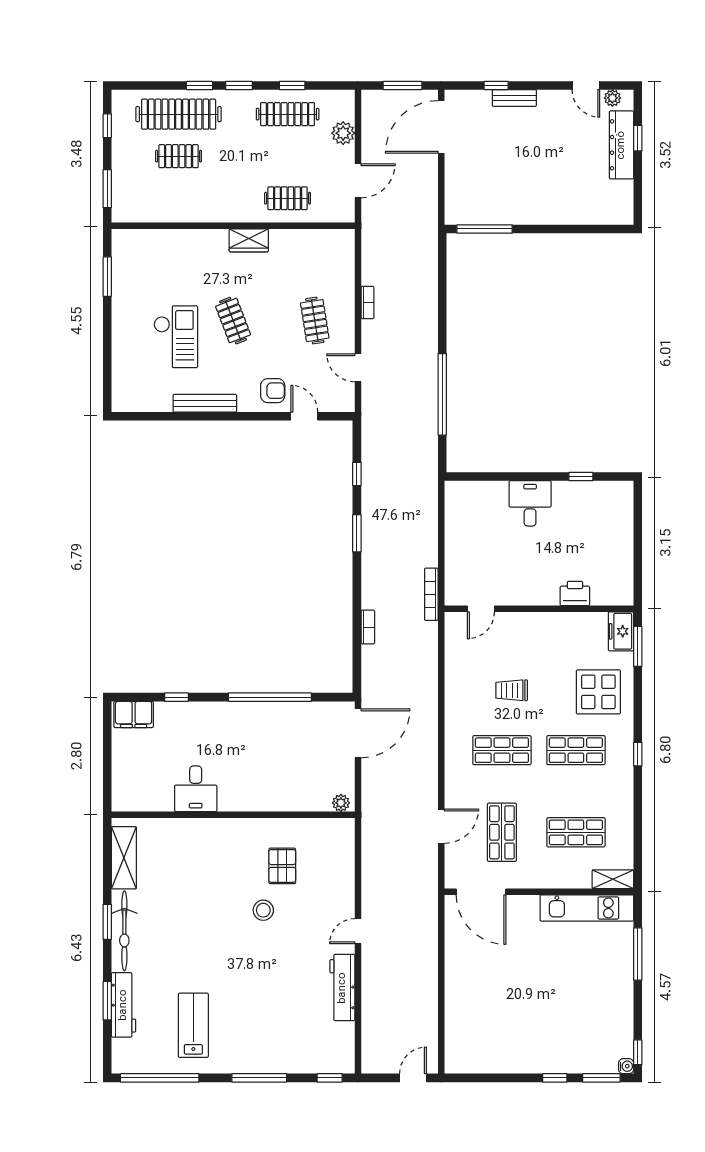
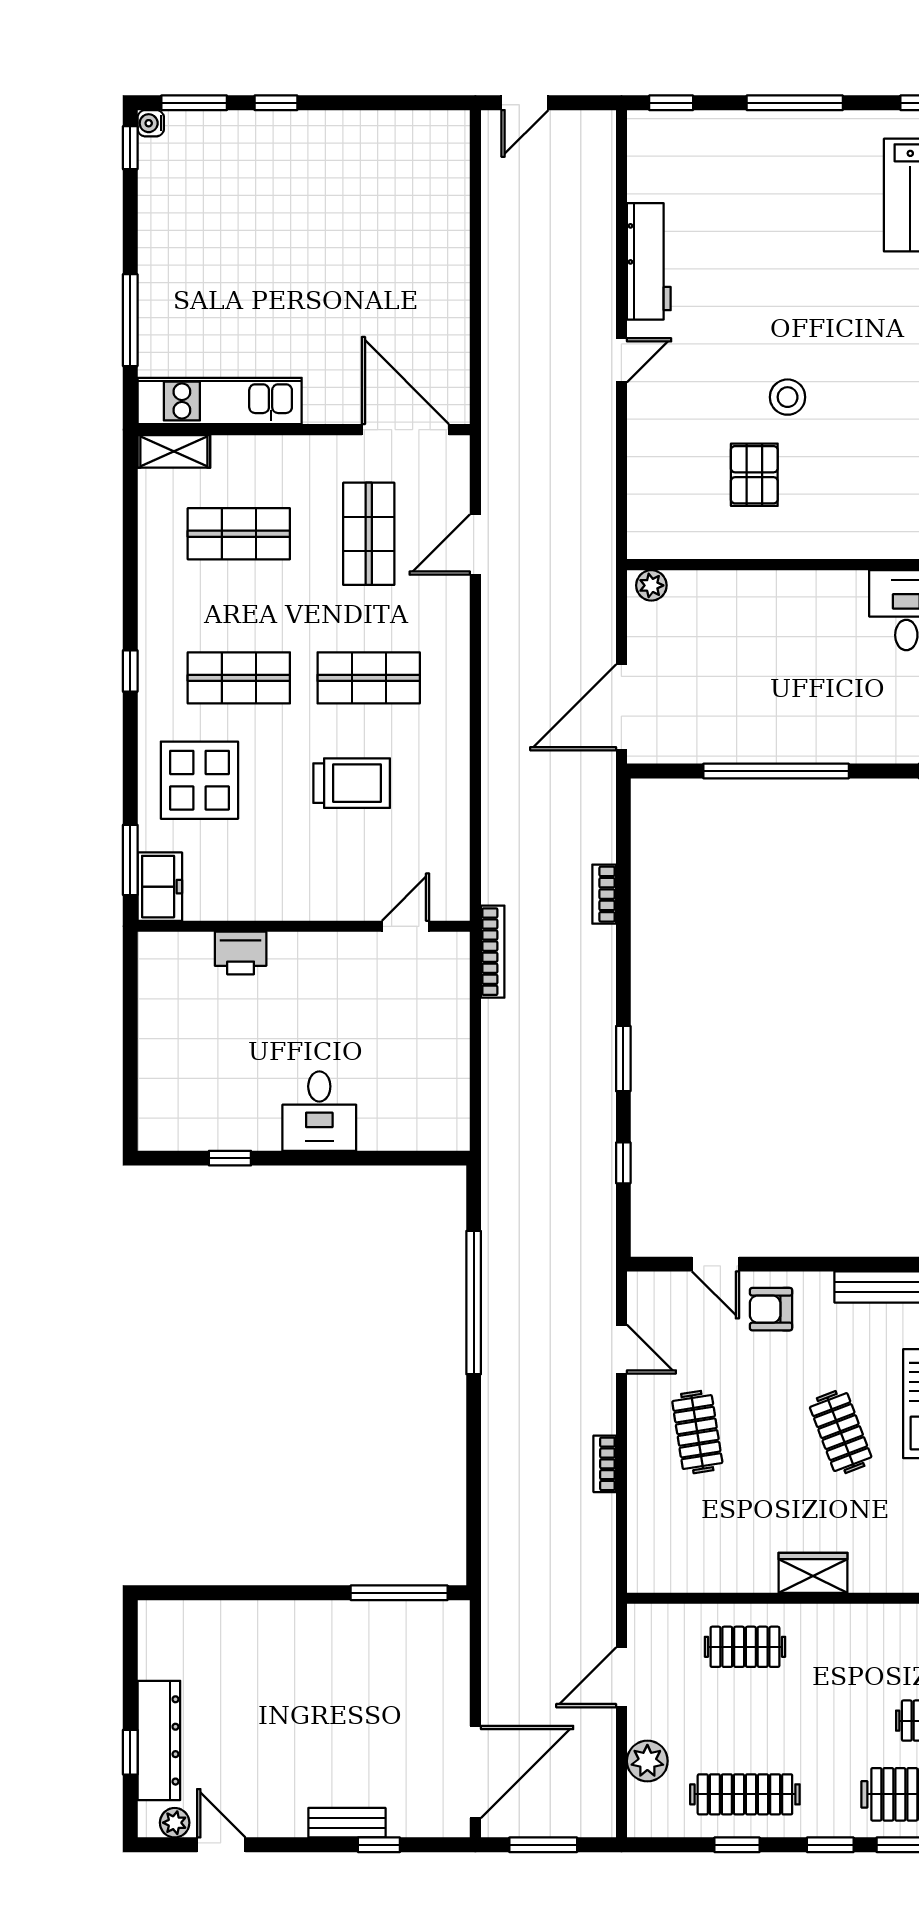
trolley: (512, 690) -> (352, 783), width x1.36, depth x1.39

